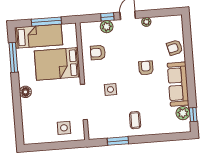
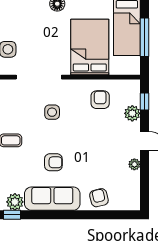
window: (107, 17) -> (145, 101), moved
armchair: (146, 68) -> (53, 162), moved

